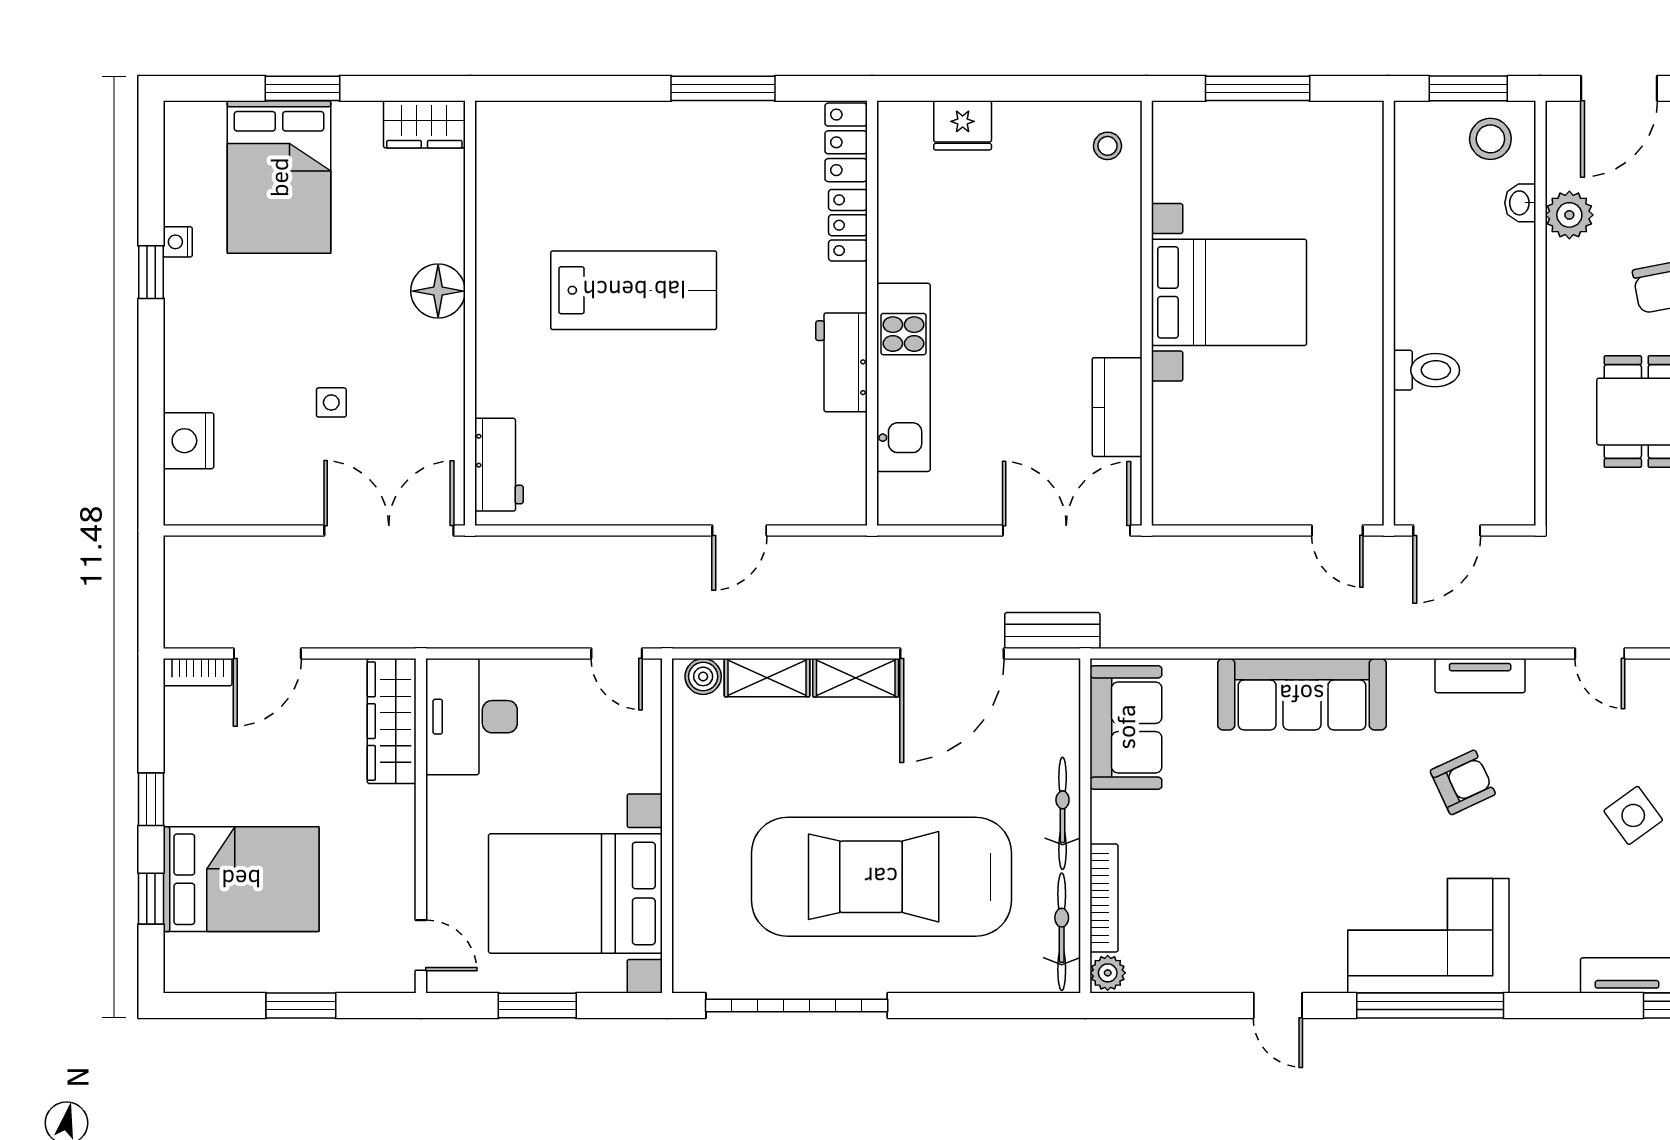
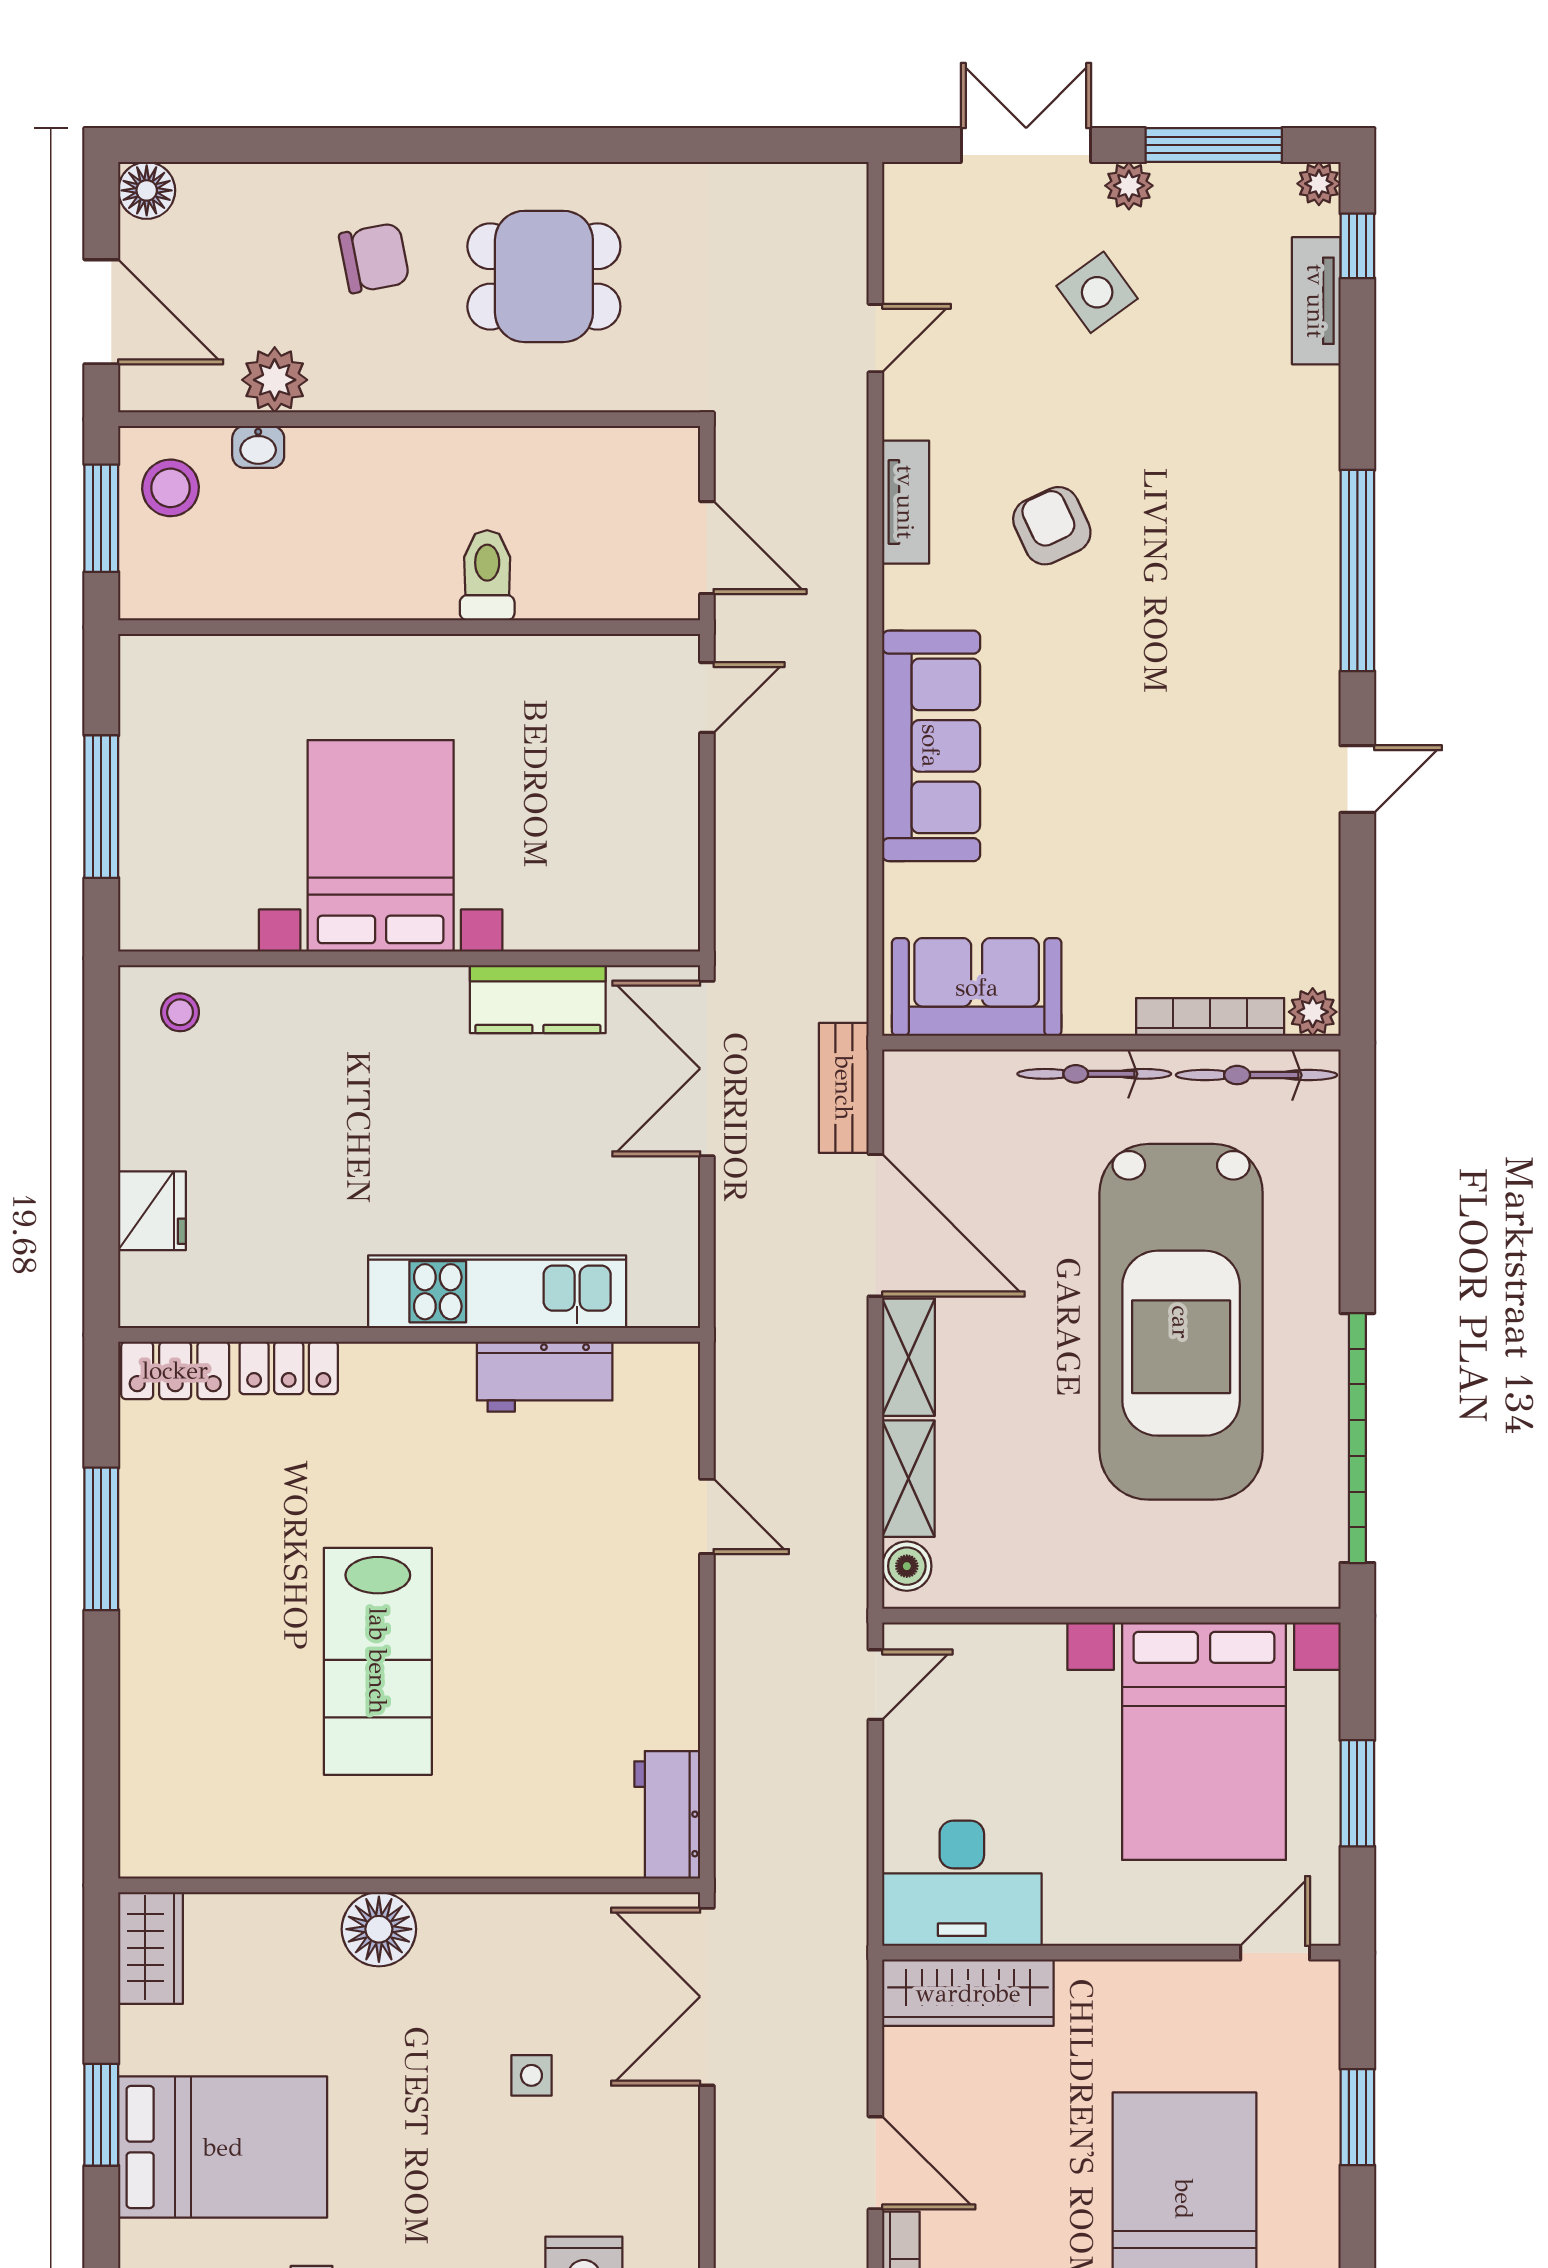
lab bench: (634, 290) -> (378, 1661), turned 180
workbench: (841, 362) -> (545, 1377), moved
workbench: (499, 465) -> (667, 1815), moved, turned -90
corner sofa: (1428, 936) -> (1262, 573), removed

